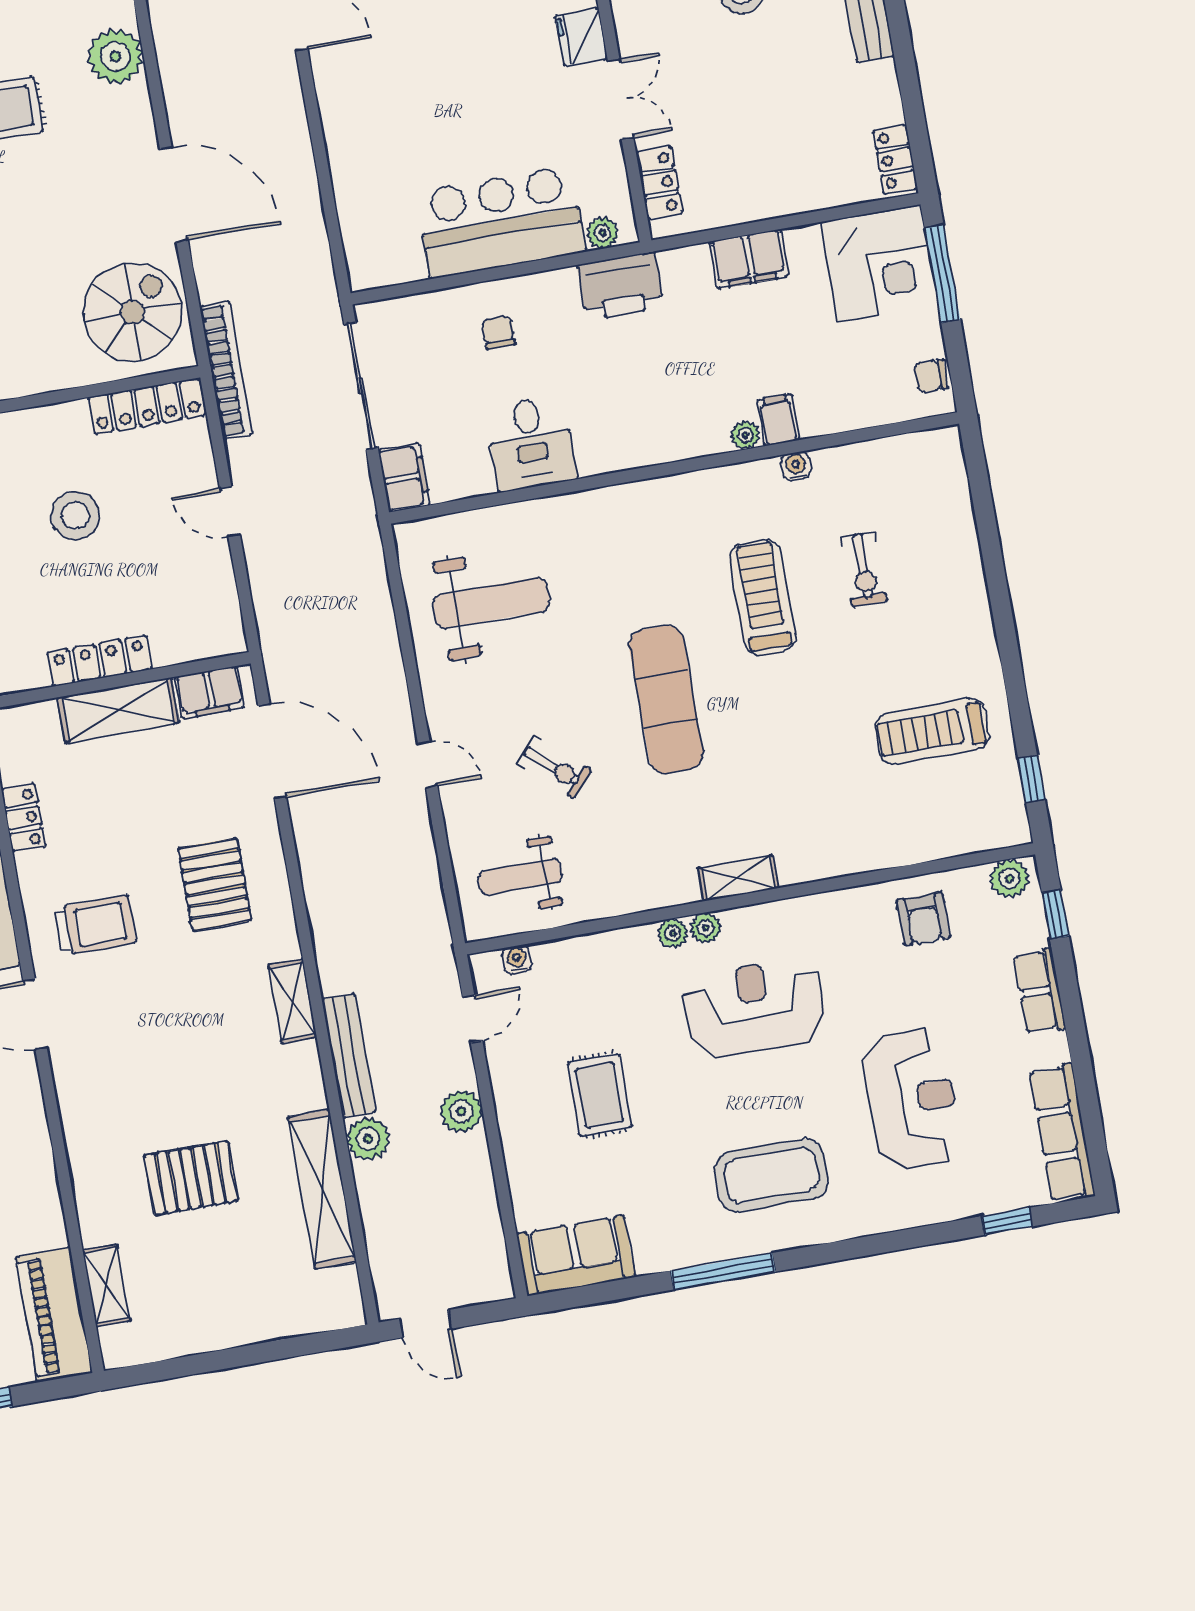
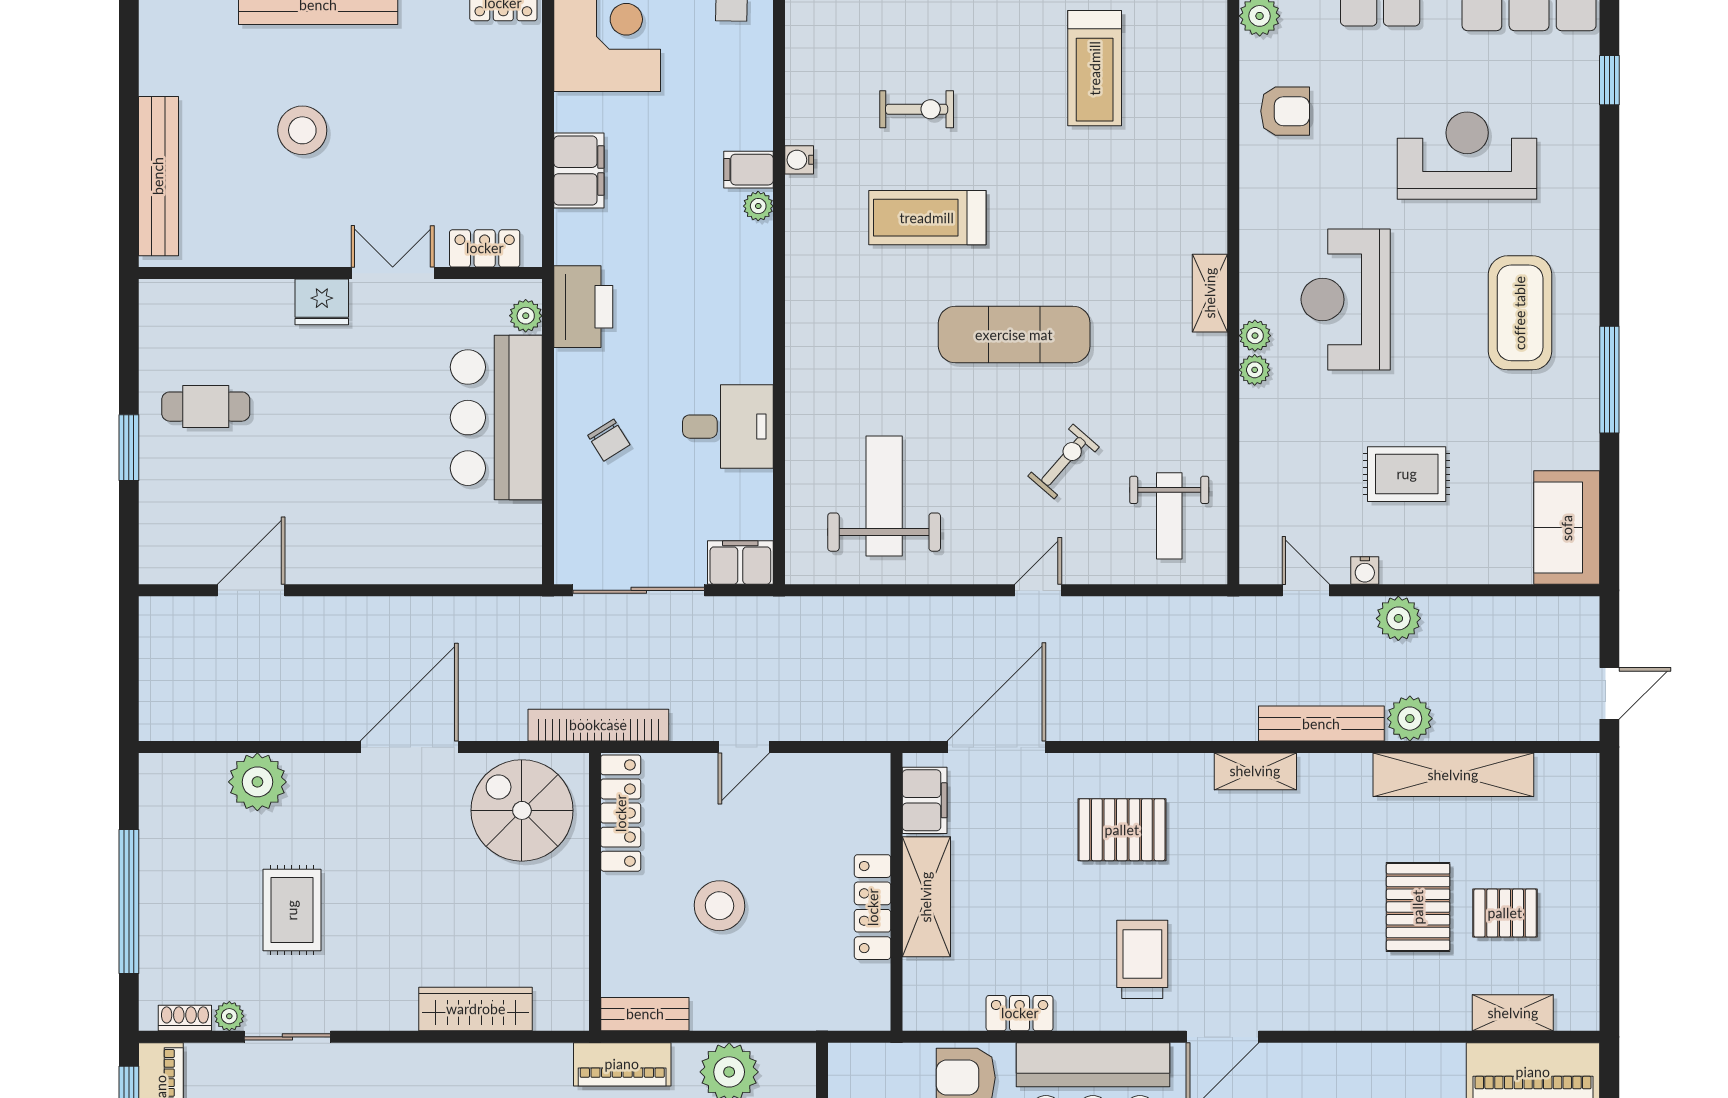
chair: (498, 332) -> (609, 440), turned -122
water cooler: (517, 959) -> (1365, 570), moved, turned -90
pallet: (200, 1262) -> (1505, 913), added

